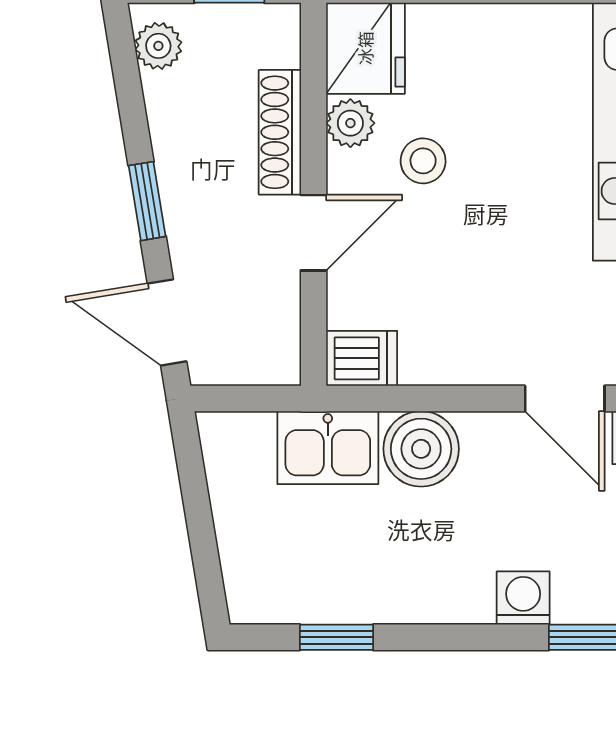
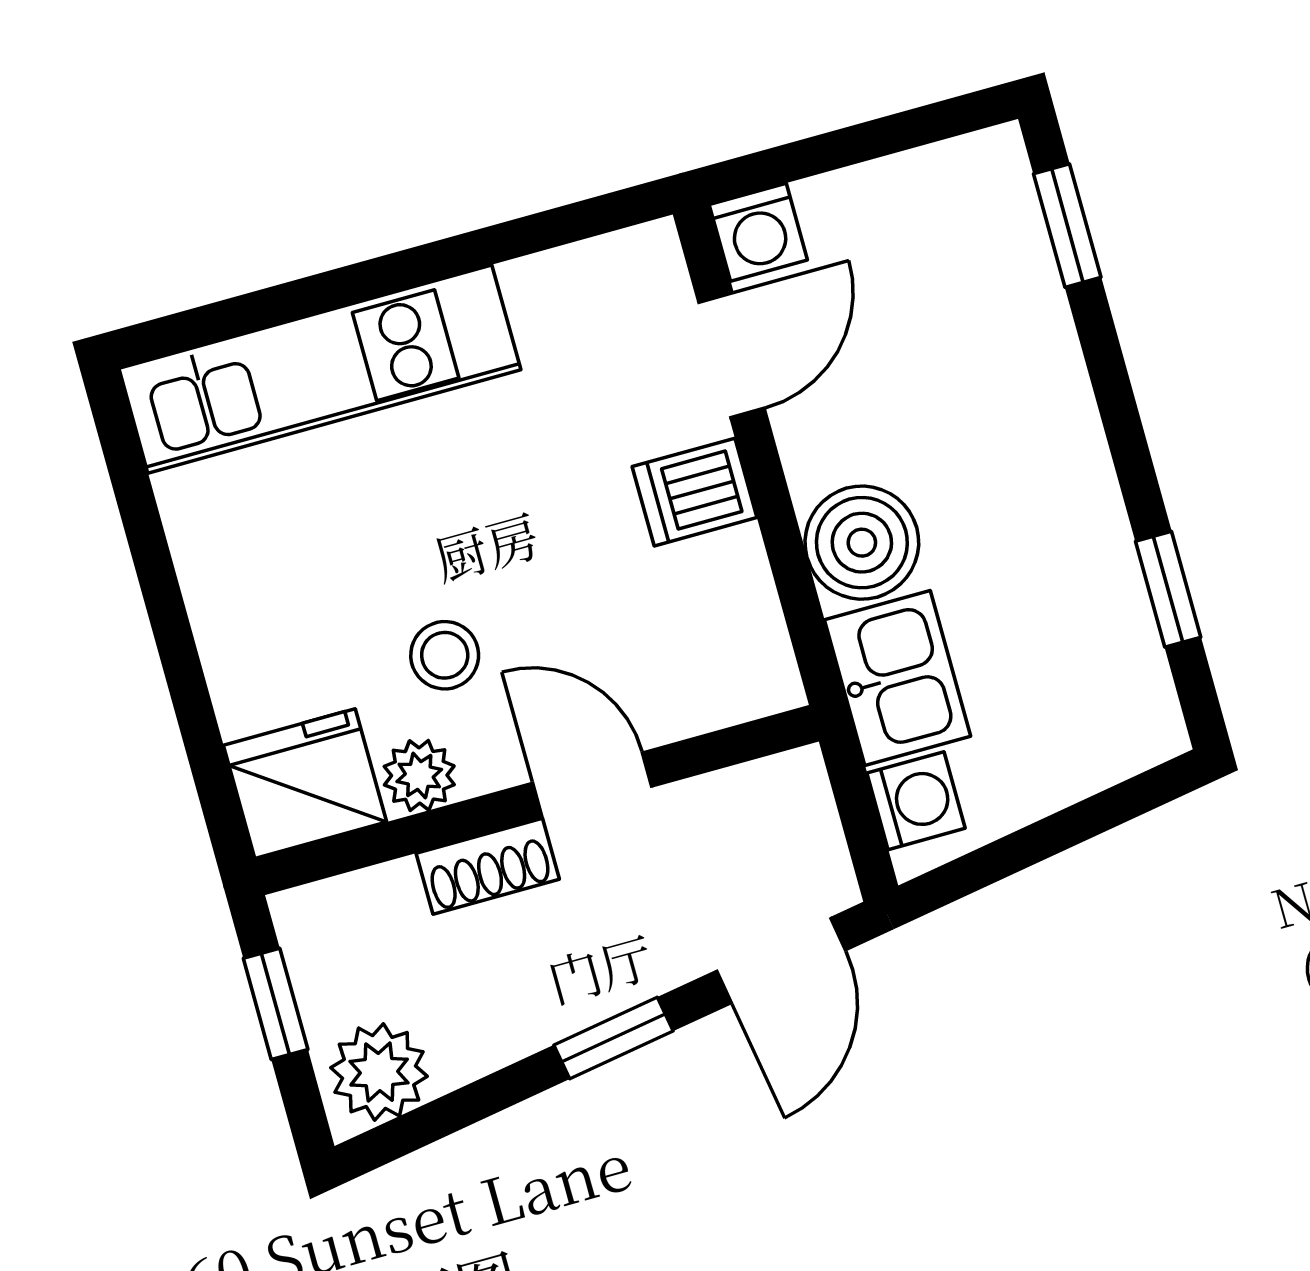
plant: (158, 46) -> (379, 1072), width x1.38, depth x1.38
shoe rack: (280, 132) -> (488, 866), width x0.70
dishwasher: (362, 358) -> (695, 492), moved, turned -90
washing machine: (523, 598) -> (916, 801), moved, turned 180

